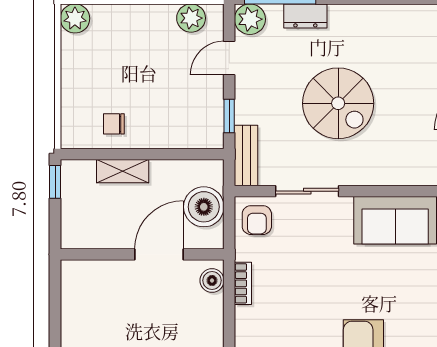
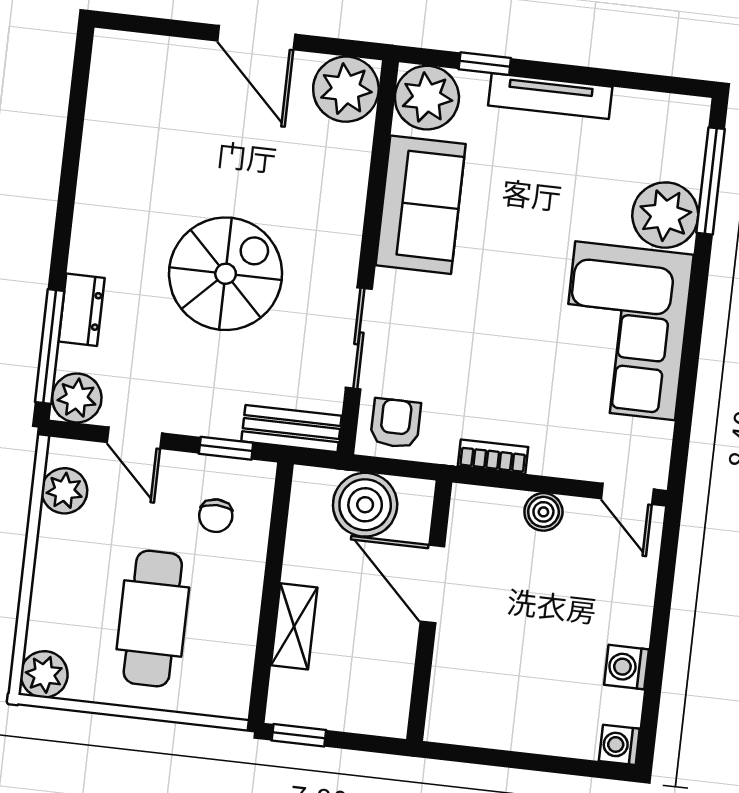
cafe table: (118, 82) -> (153, 618), added
chair: (114, 124) -> (216, 516), moved
armchair: (257, 220) -> (396, 423), turned -90
boiler: (212, 280) -> (543, 512), moved

